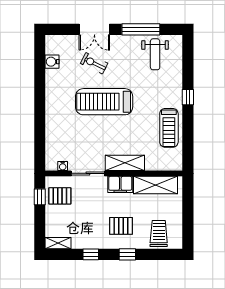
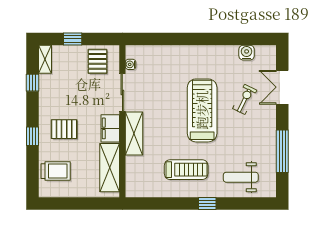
double door: (94, 29) -> (282, 87), moved
weight bench: (155, 54) -> (241, 177), moved
treadmill: (169, 128) -> (186, 170), moved, turned 180
window: (40, 197) -> (73, 39), moved
pallet: (121, 226) -> (64, 129), turned 90
window: (91, 254) -> (32, 83), moved

